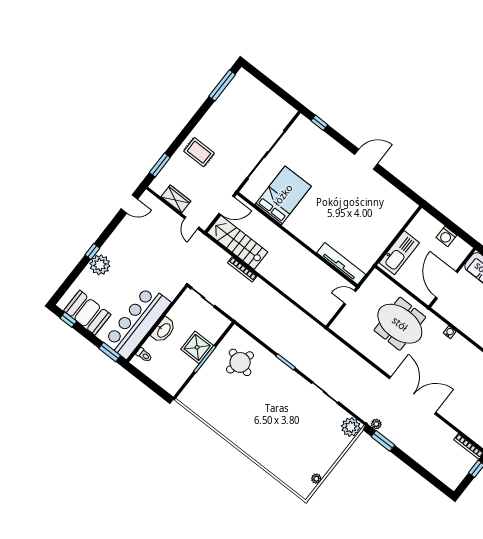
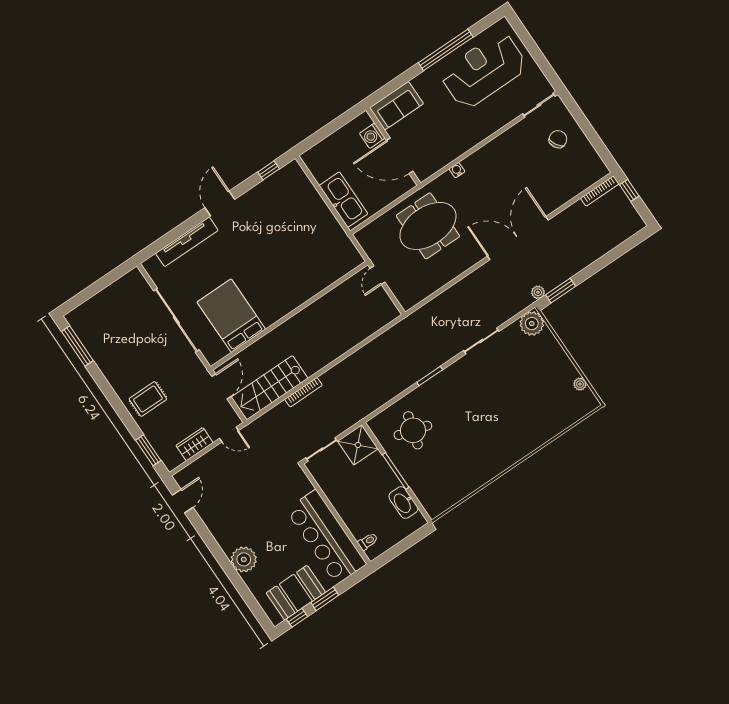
window: (319, 123) -> (269, 170), moved
washing machine: (446, 236) -> (372, 136), moved, turned 90
window: (92, 251) -> (225, 563), removed
tv unit: (341, 264) -> (187, 242), moved, turned 180
washbasin: (164, 330) -> (403, 503), moved, turned 180
shower: (197, 347) -> (358, 445), moved
window: (110, 352) -> (325, 599), moved

